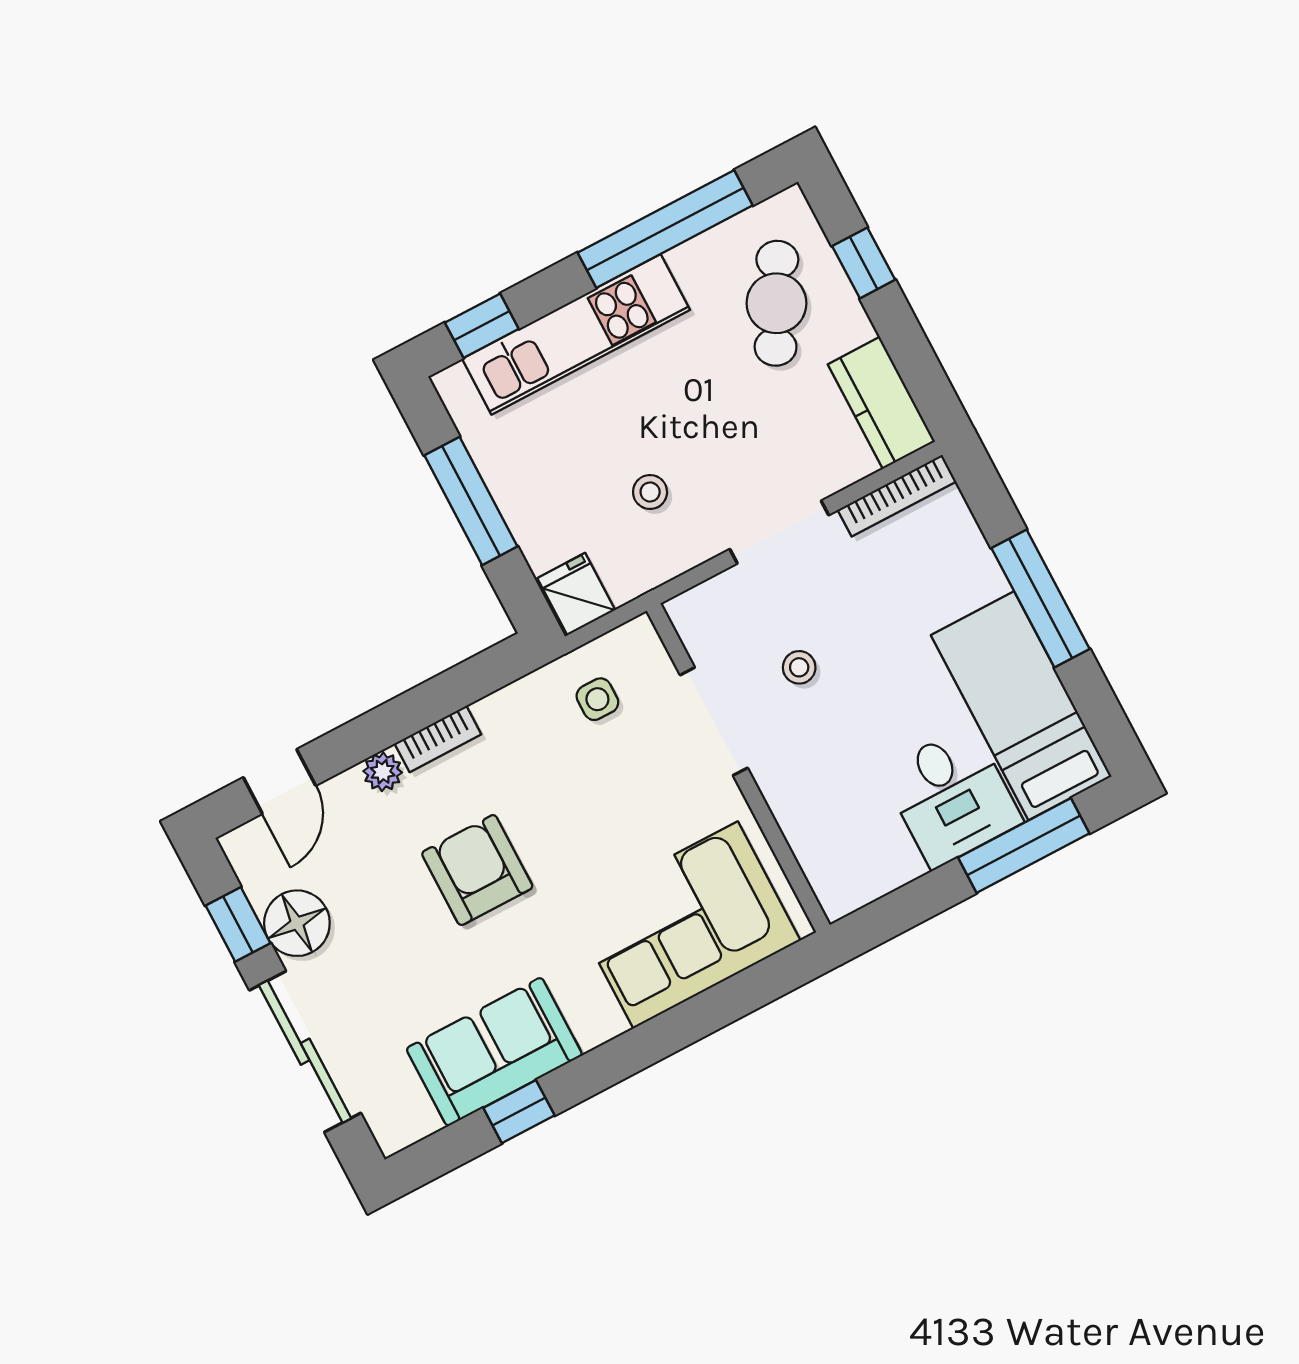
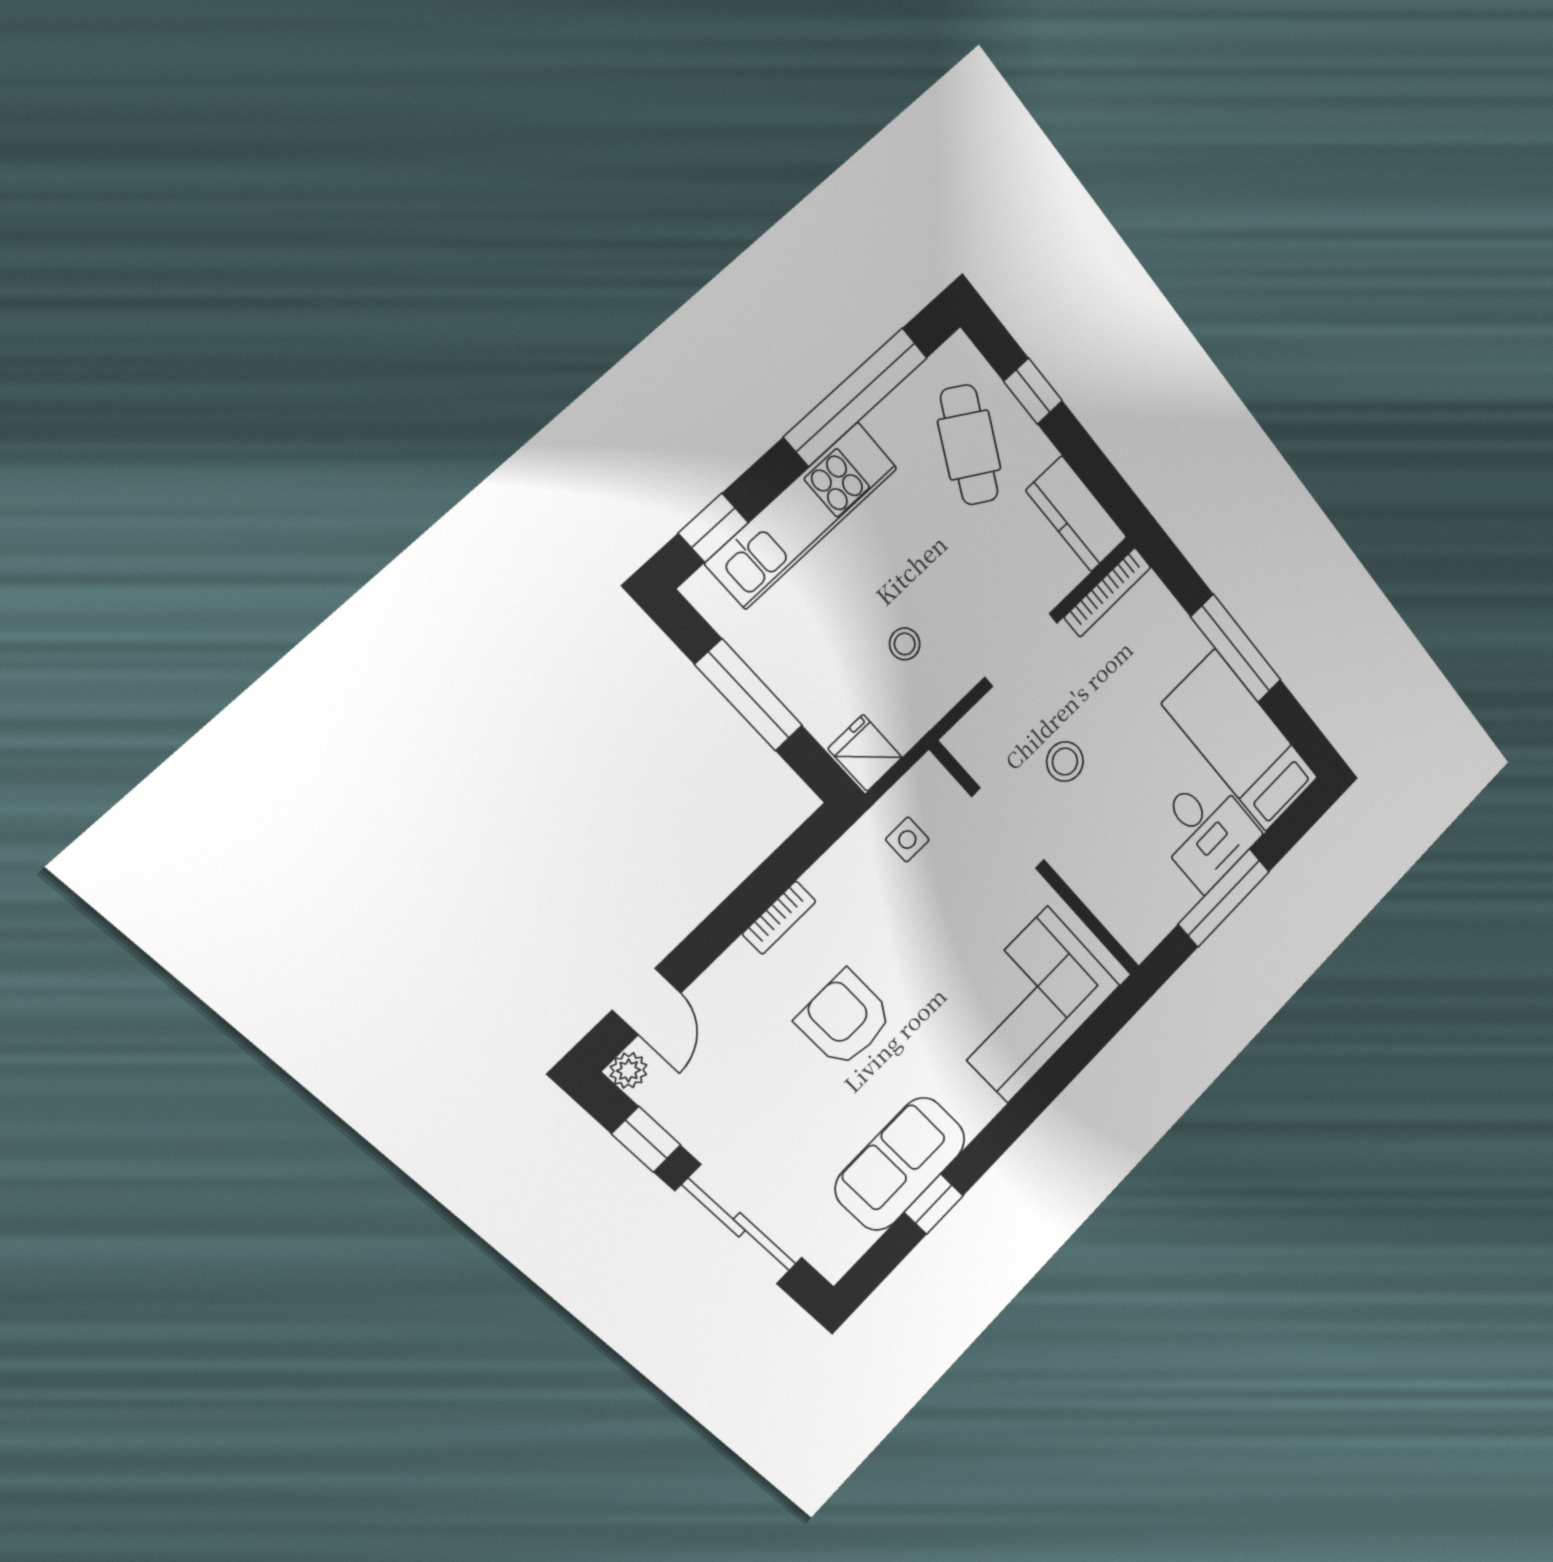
stool: (799, 667) -> (1065, 762), width x1.37, depth x1.37
plant: (383, 772) -> (628, 1070), moved
window: (1024, 845) -> (1224, 898), moved
floor lamp: (297, 923) -> (700, 1119), removed

